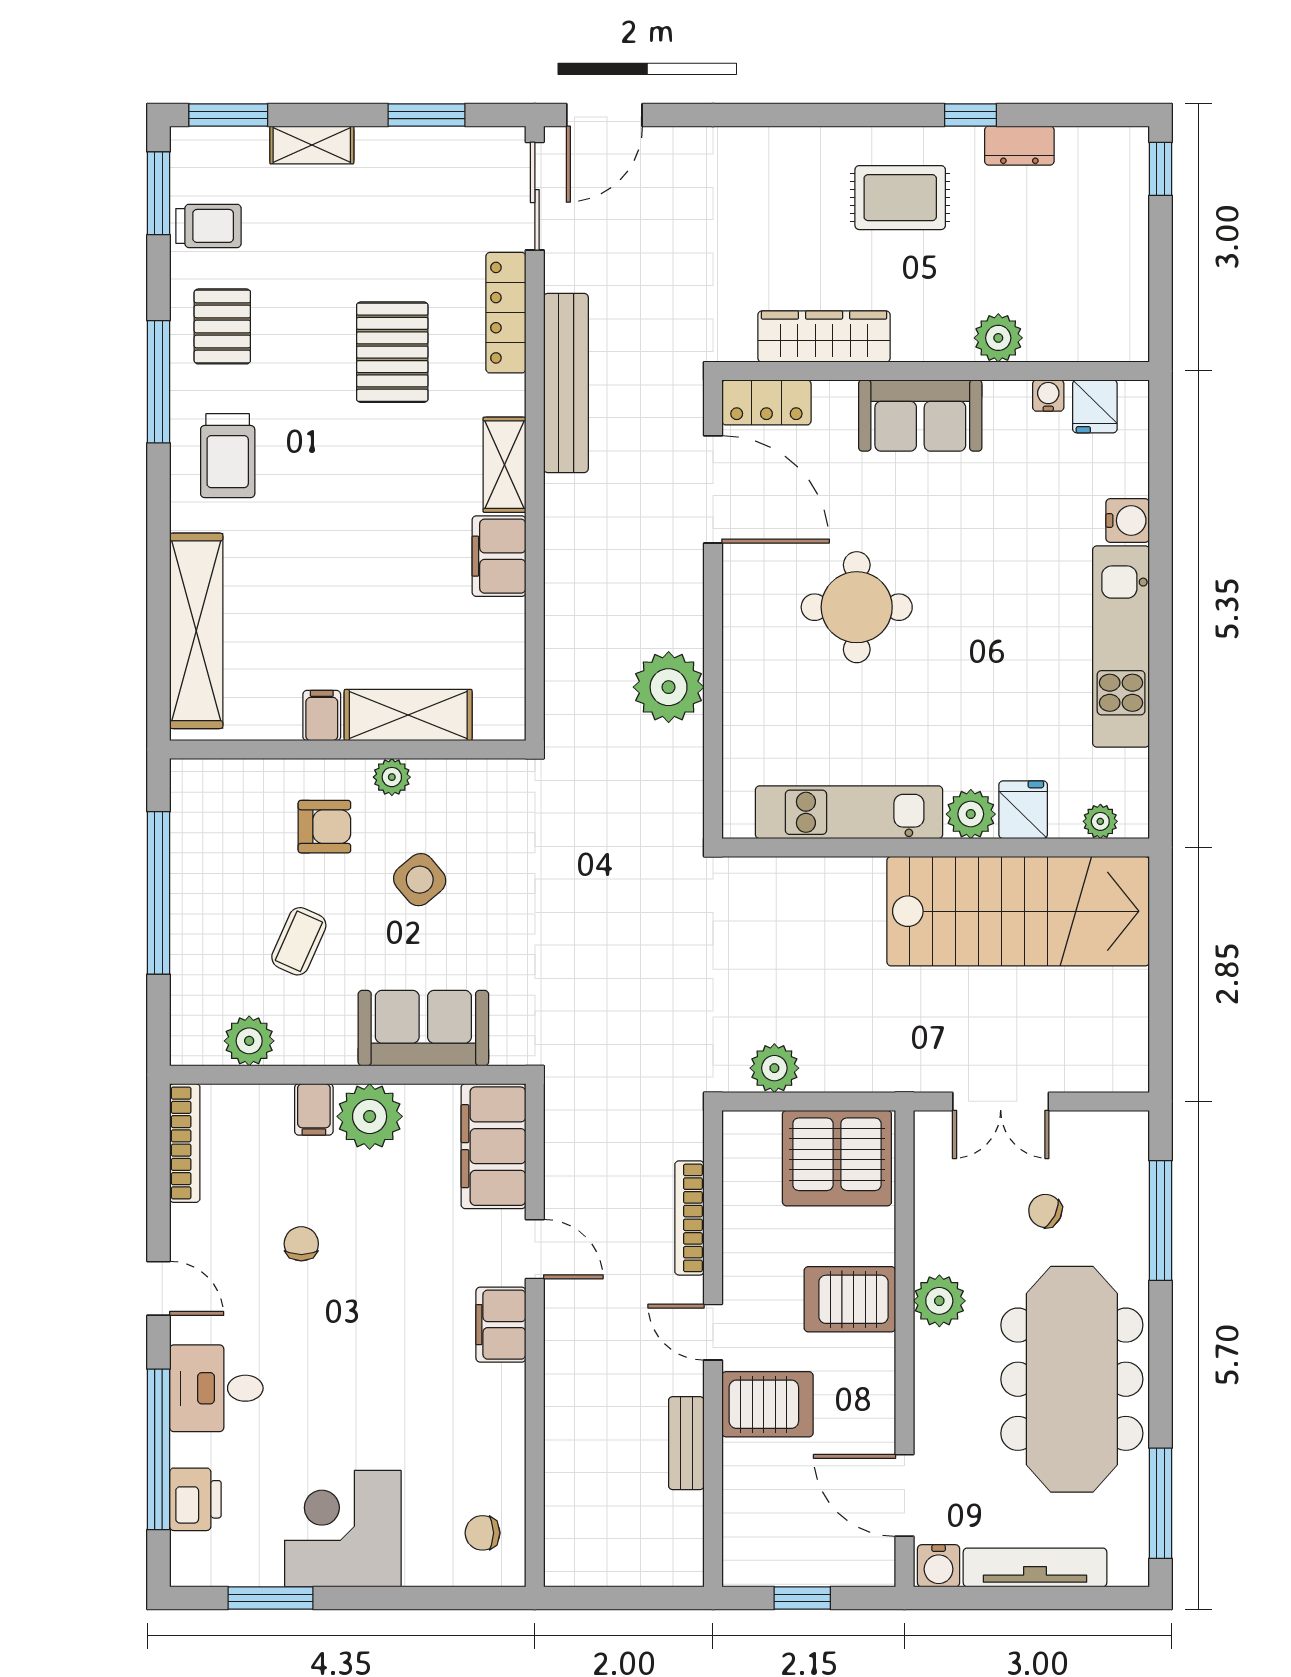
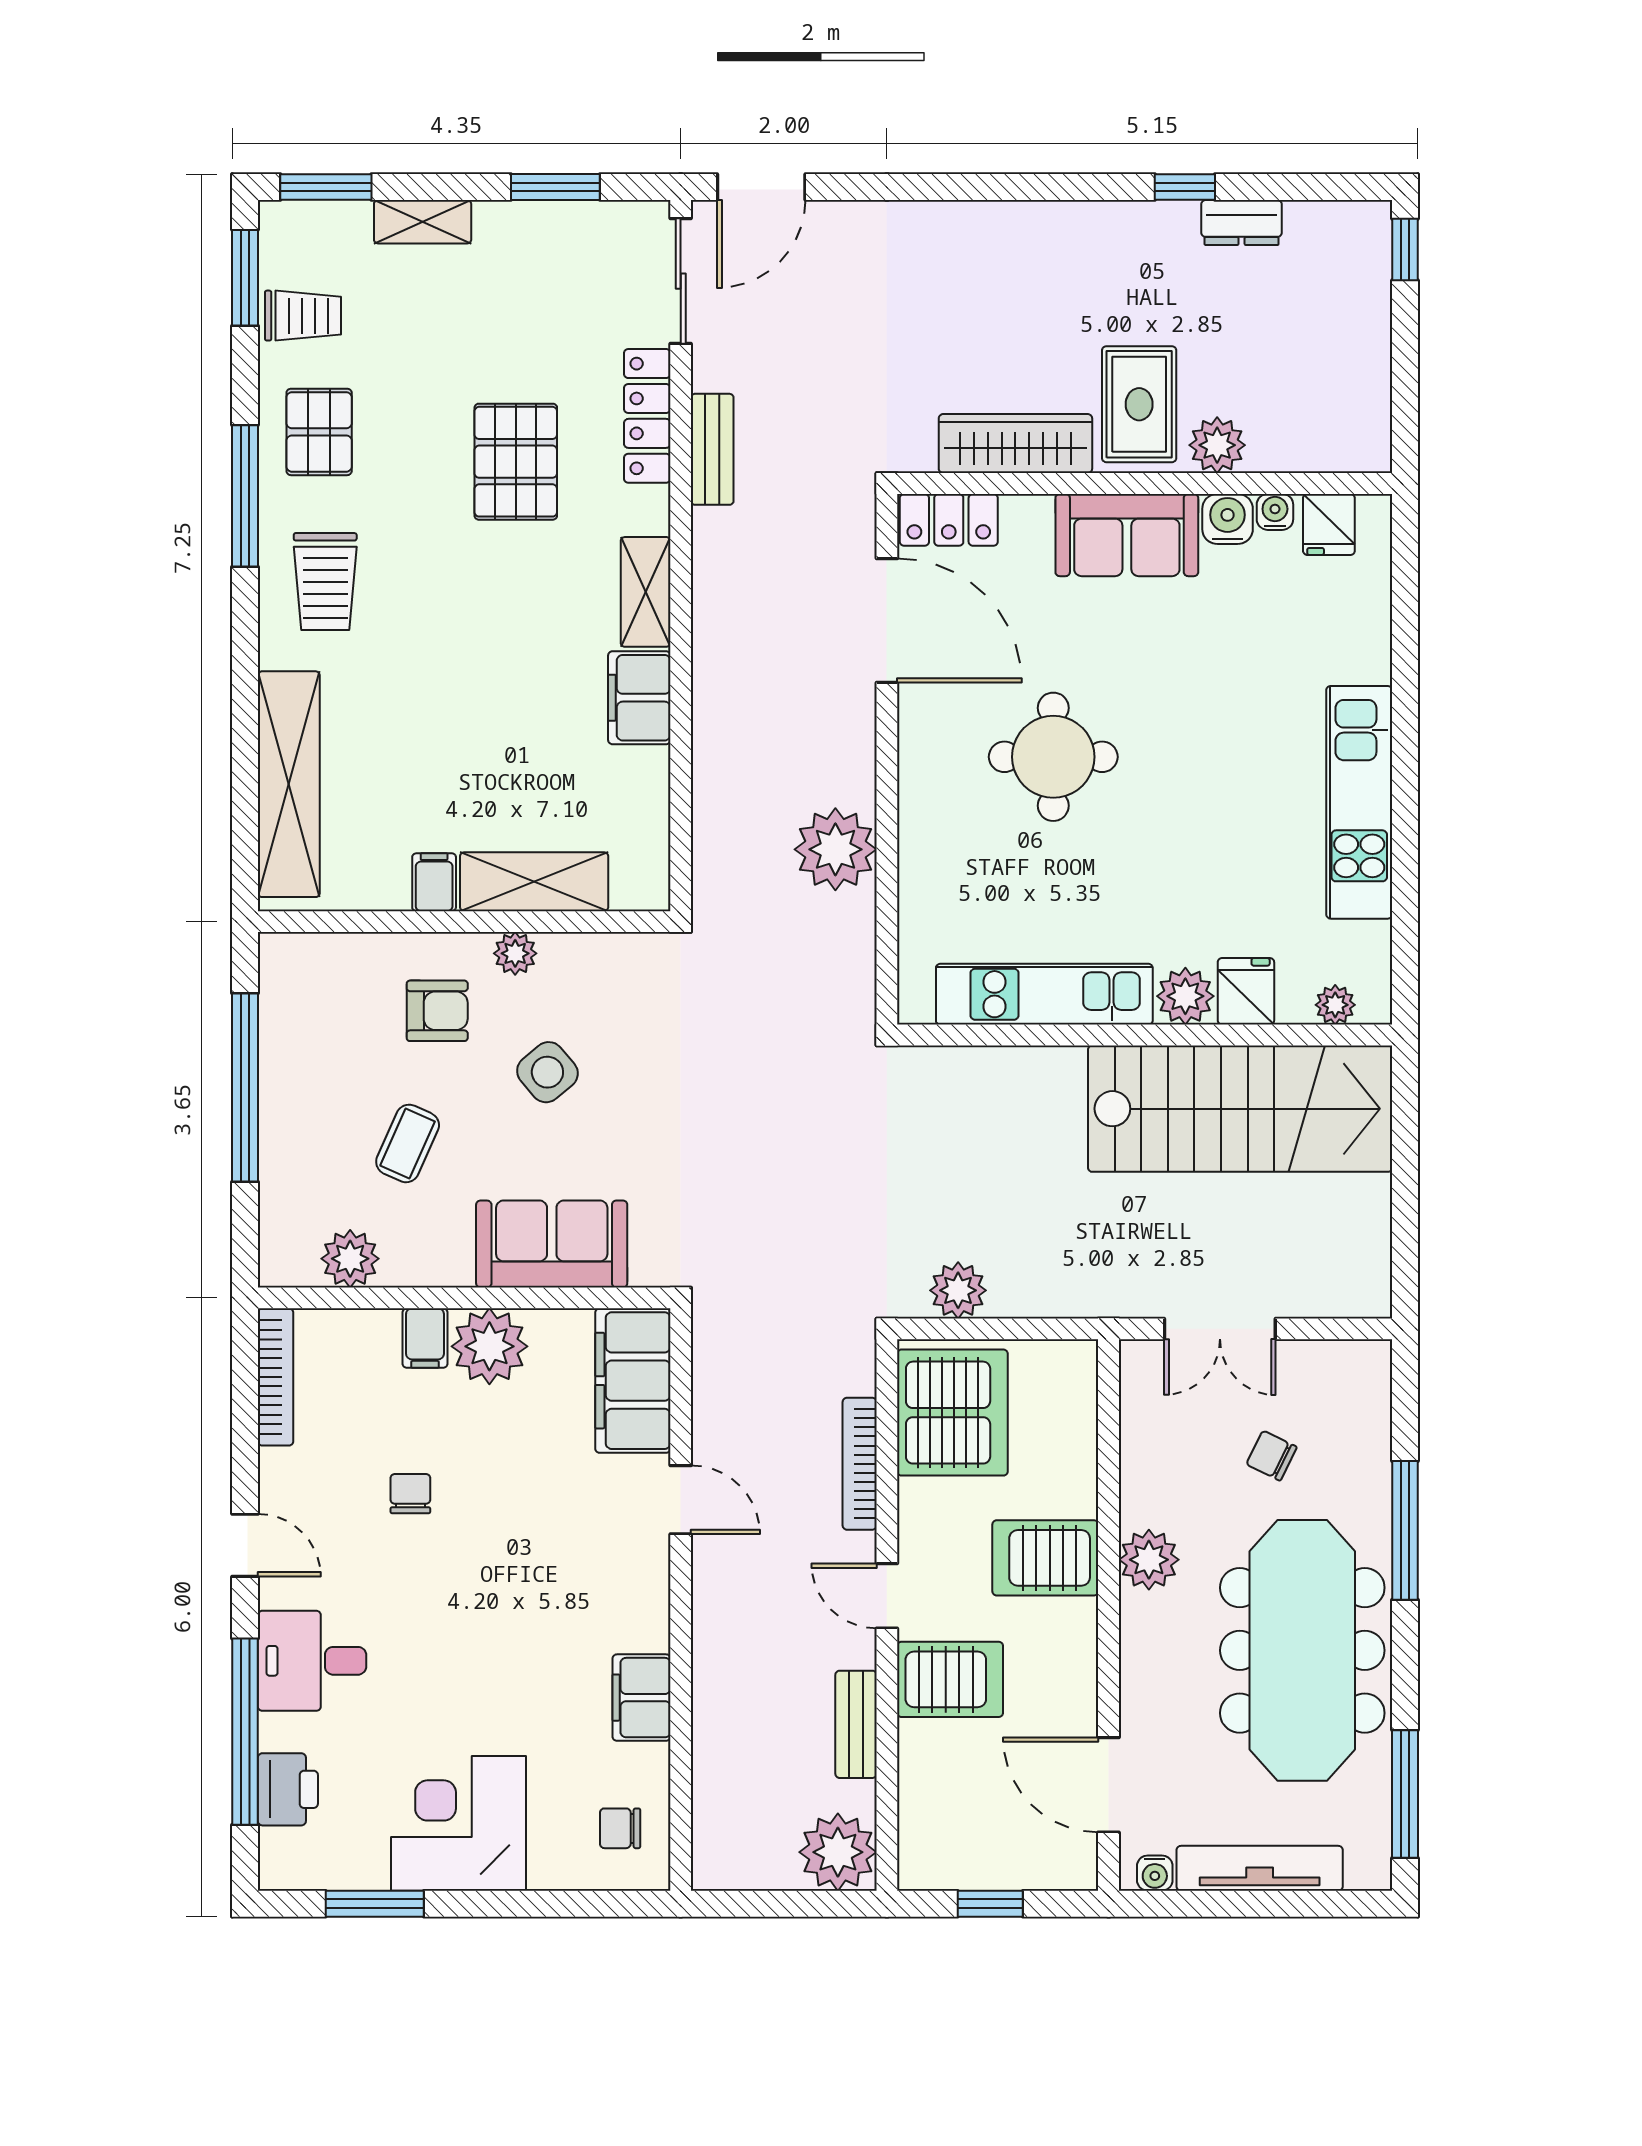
rug: (900, 198) -> (1139, 404), moved, turned 90
bench: (566, 383) -> (712, 449), width x0.54, depth x0.82
water cooler: (1128, 521) -> (1228, 519), moved, turned -90
server rack: (837, 1158) -> (952, 1413), moved, turned -90
window: (1161, 1220) -> (1405, 1530), moved
filing cabinet: (501, 1325) -> (641, 1698), moved
plant: (671, 1553) -> (838, 1852), added
water cooler: (939, 1566) -> (1155, 1873), width x0.72, depth x0.72

